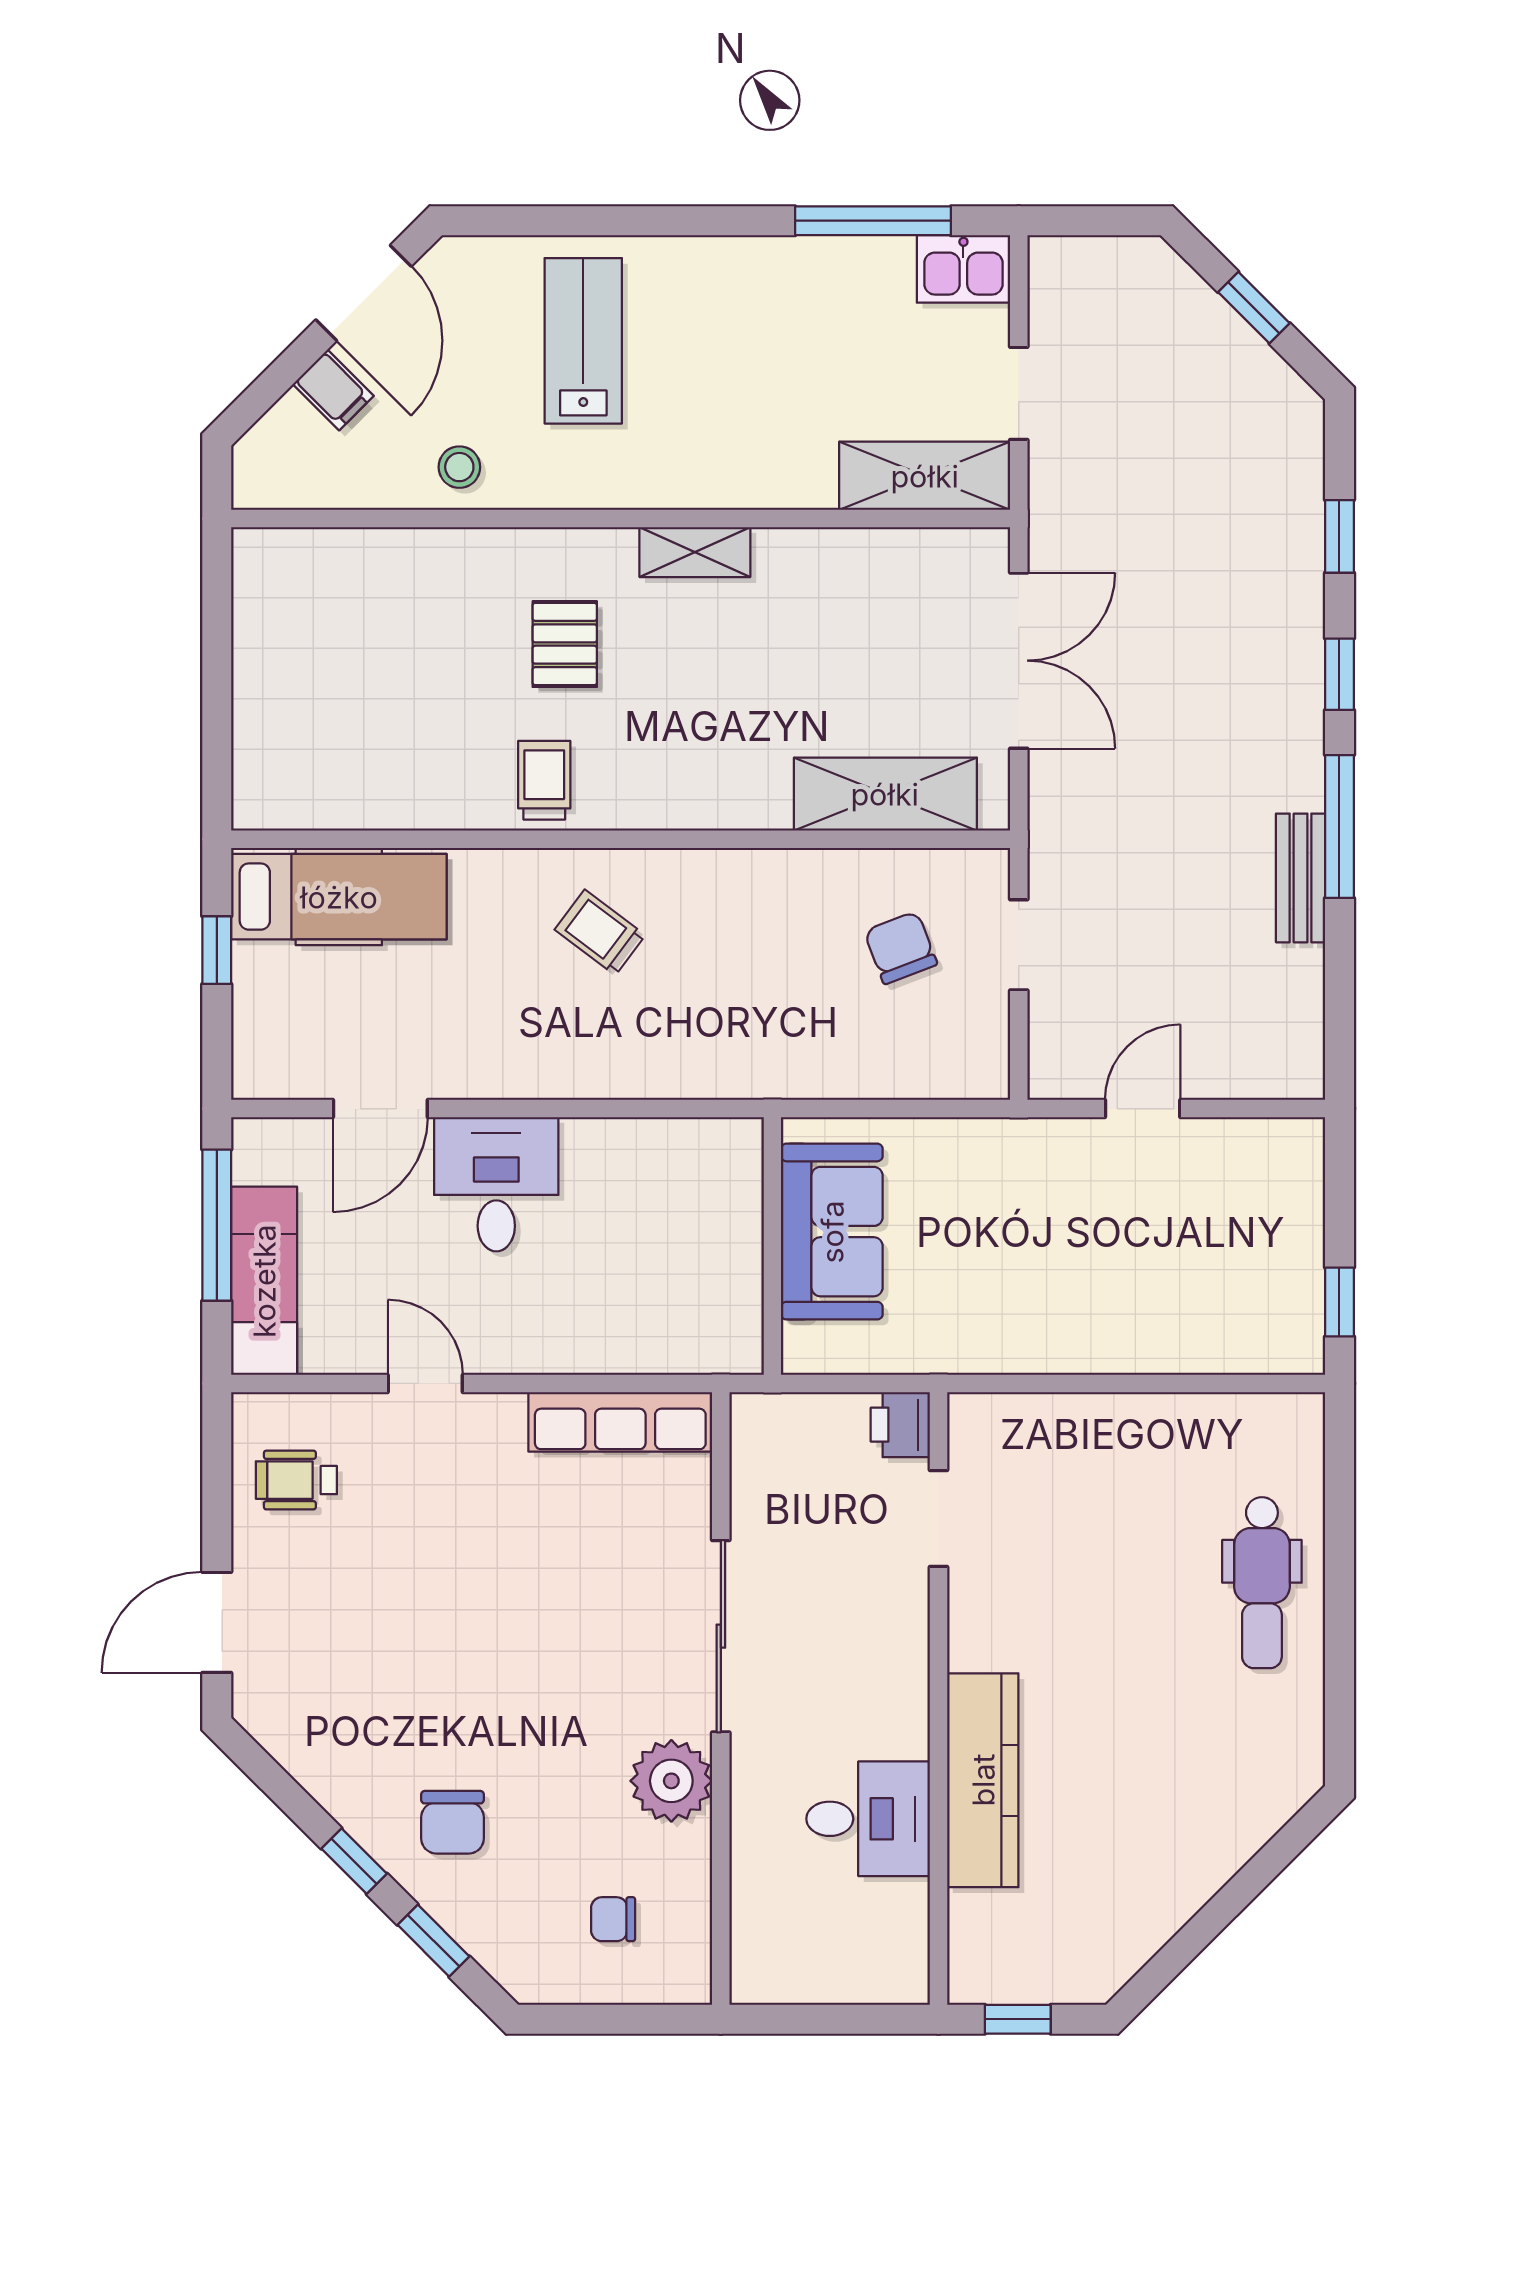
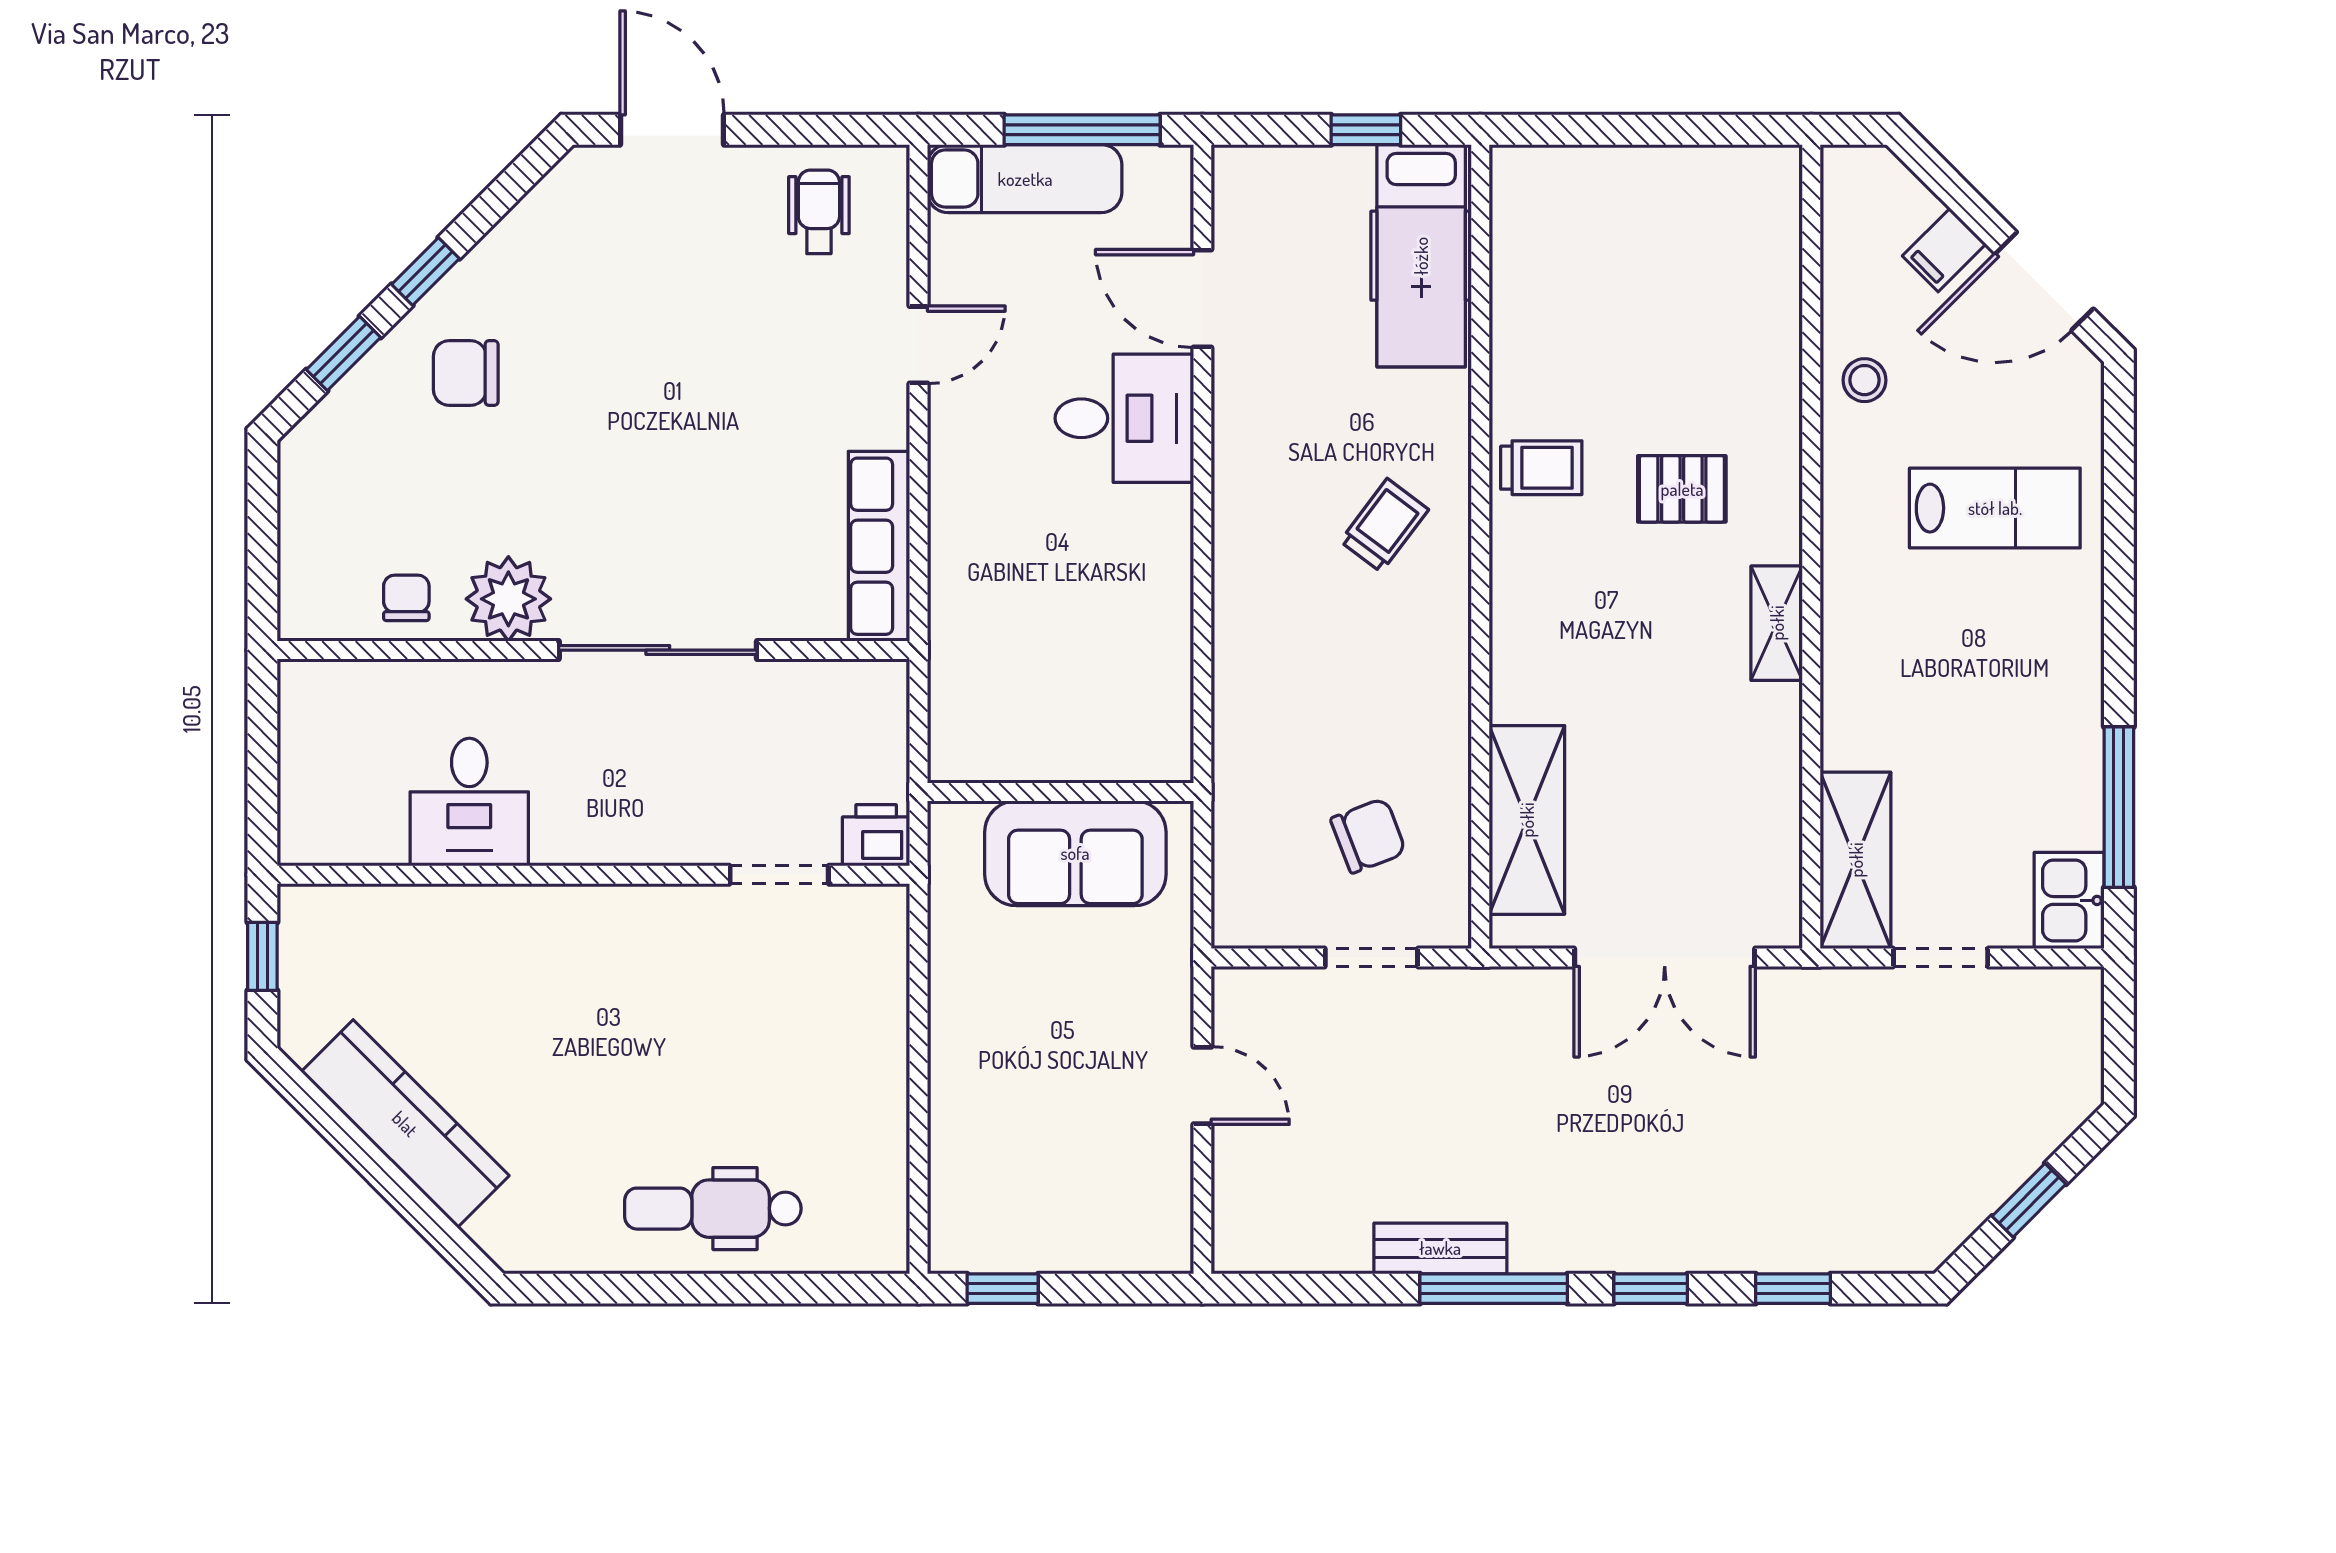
sofa: (832, 1232) -> (1075, 853), moved
wall: (772, 1246) -> (1060, 792), moved
kitchen counter: (983, 1780) -> (405, 1124), moved, turned -135
chair: (613, 1919) -> (406, 598), moved

